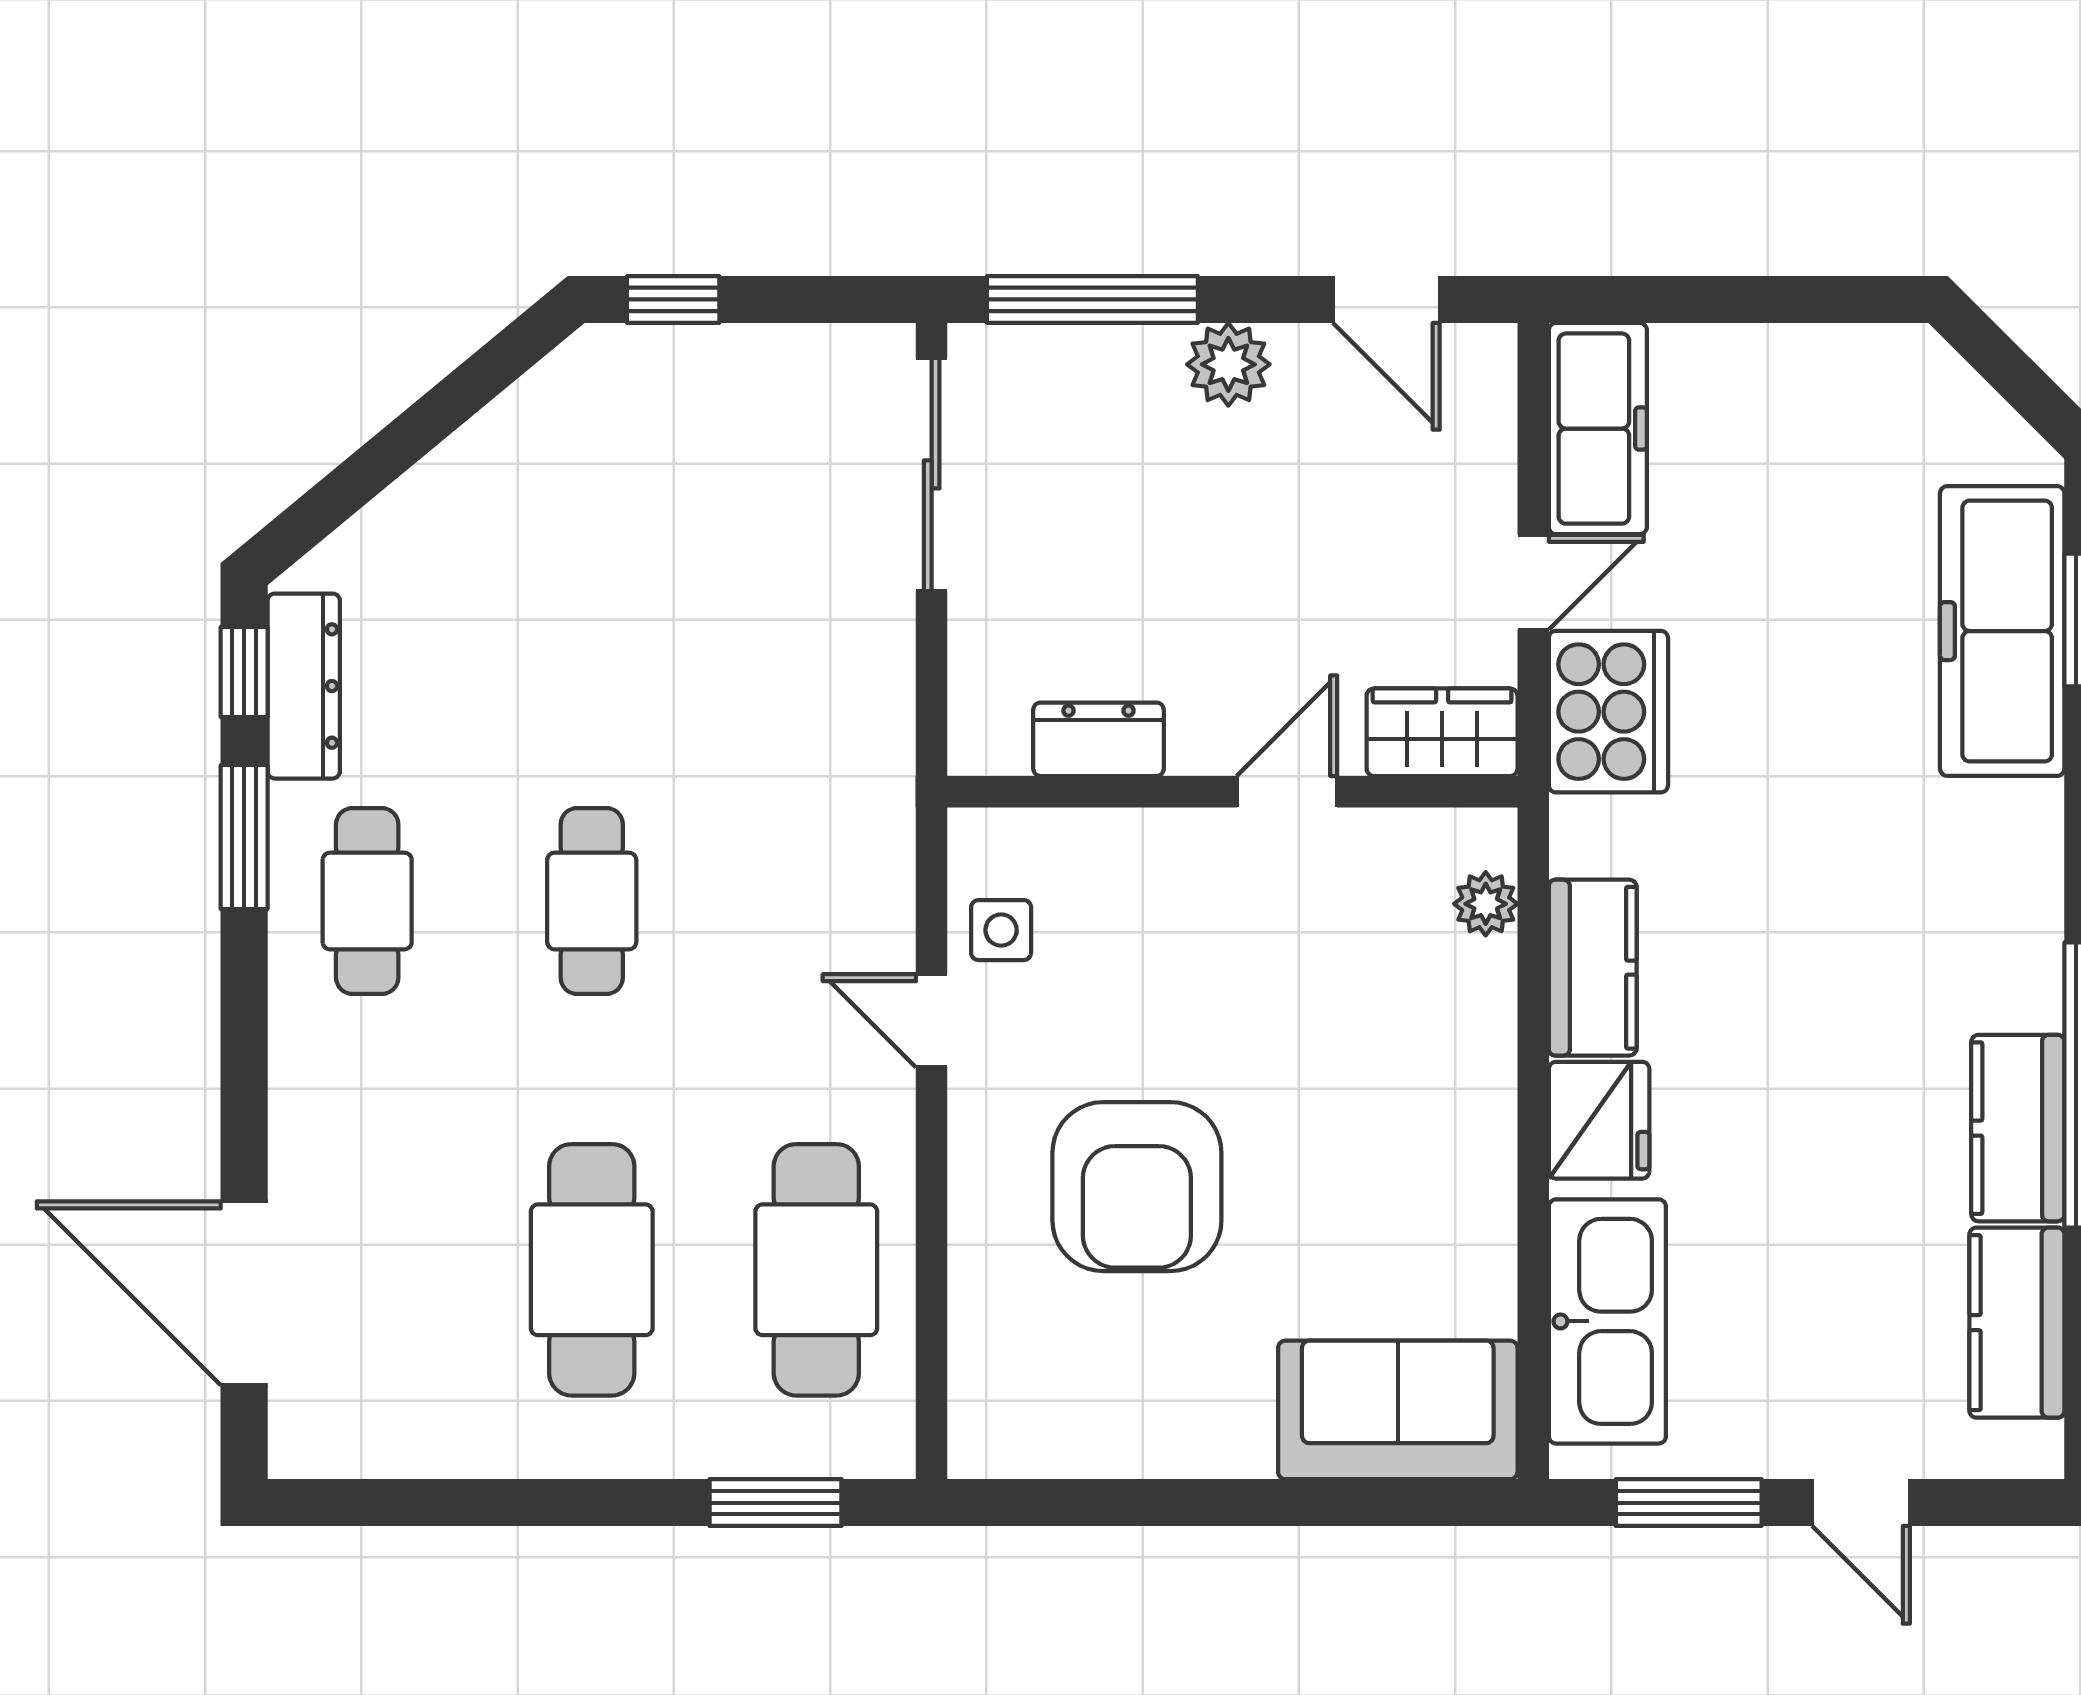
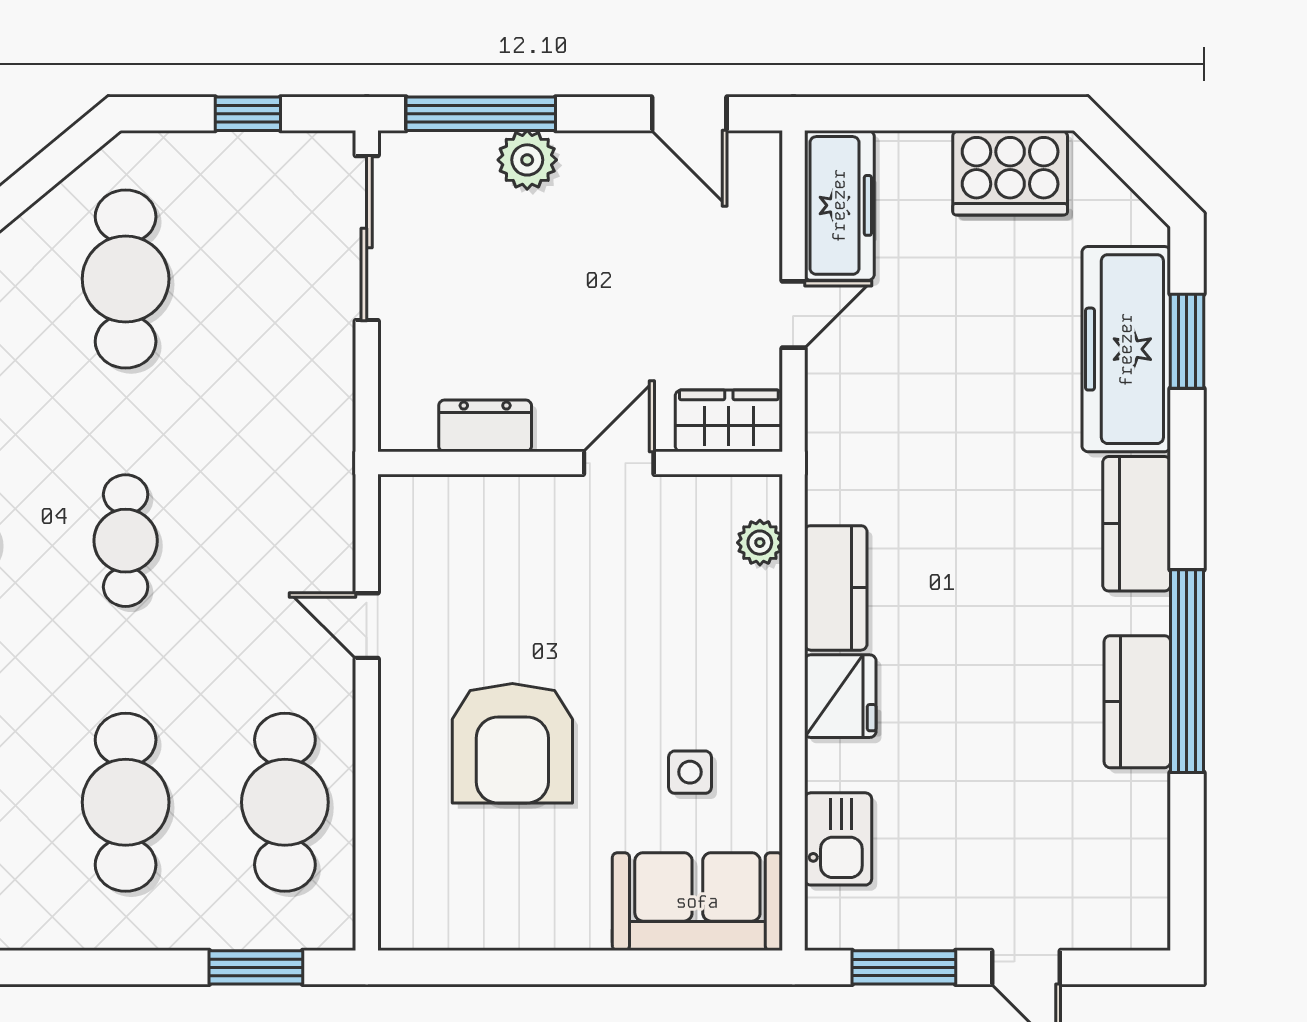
window: (673, 299) -> (248, 114), moved
plant: (1228, 364) -> (527, 160), moved
cafe table: (592, 532) -> (126, 279), added
cooker: (1608, 712) -> (1010, 173), moved, turned 90
side table: (1001, 930) -> (690, 772), moved
kitchen sink: (1607, 1321) -> (838, 839), width x0.53, depth x0.81
kitchen counter: (2017, 1323) -> (1137, 524), moved

